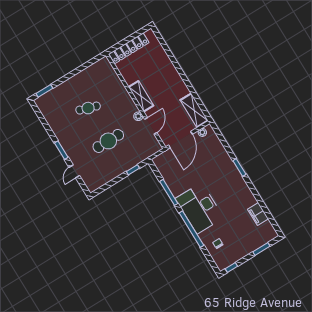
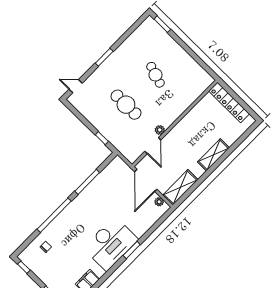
shelving: (141, 96) -> (213, 155), moved
door: (151, 126) -> (153, 146), hinge flipped
door: (180, 140) -> (146, 180), hinge flipped
door: (74, 171) -> (76, 86), moved
desk: (200, 208) -> (111, 244), moved, turned 180

